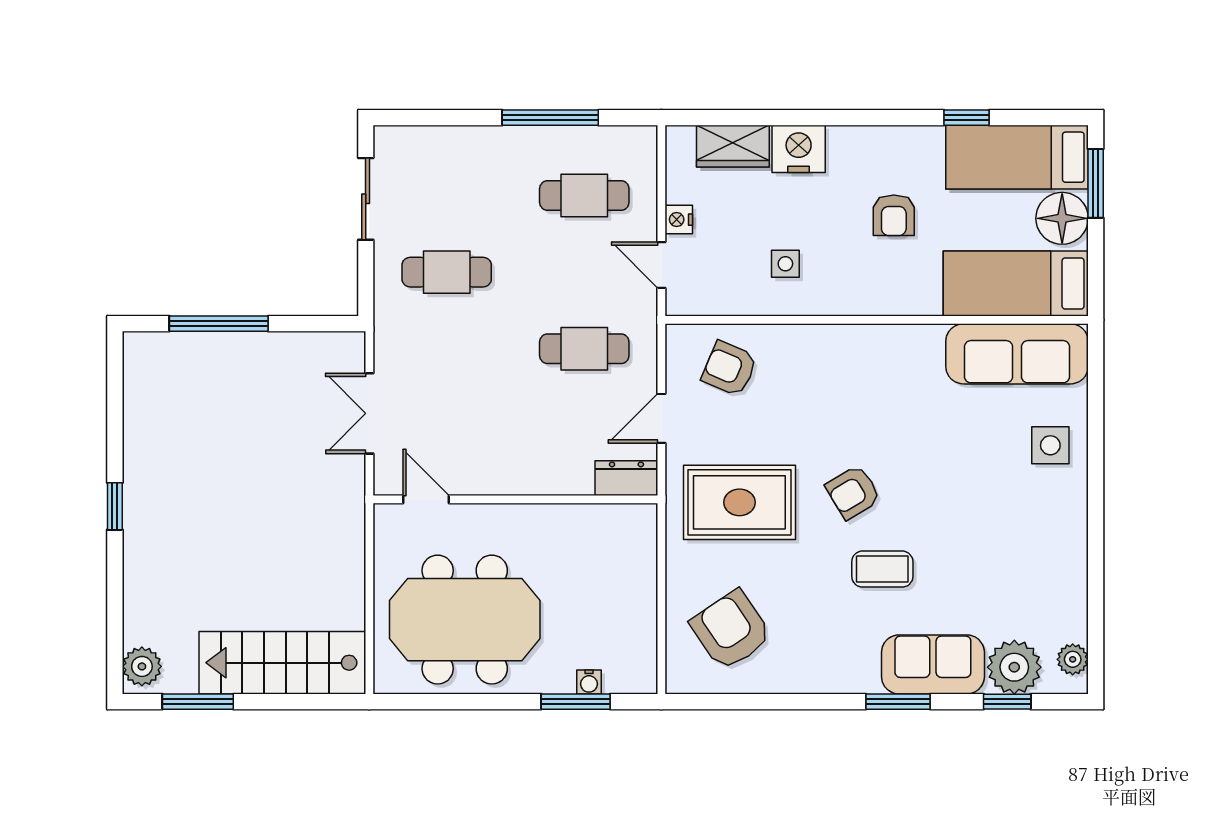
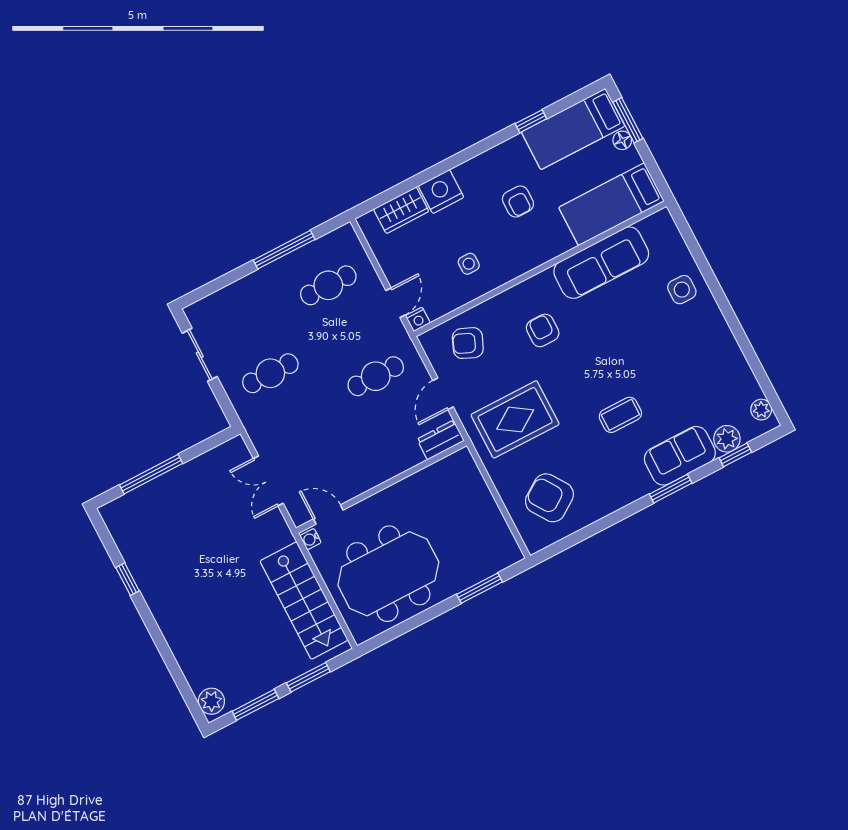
floor lamp: (1062, 218) -> (622, 140), width x0.53, depth x0.53
nightstand: (679, 220) -> (418, 319), moved, turned -90
door: (661, 265) -> (396, 303), swing flipped
sofa: (1017, 354) -> (601, 263), moved
armchair: (853, 492) -> (543, 330), moved, turned 121
window: (115, 506) -> (128, 579), moved
stairs: (282, 663) -> (304, 601), moved, turned -90
plant: (1014, 667) -> (727, 439), width x0.73, depth x0.73
water cooler: (589, 682) -> (311, 539), moved, turned 90
window: (287, 702) -> (308, 677), added

